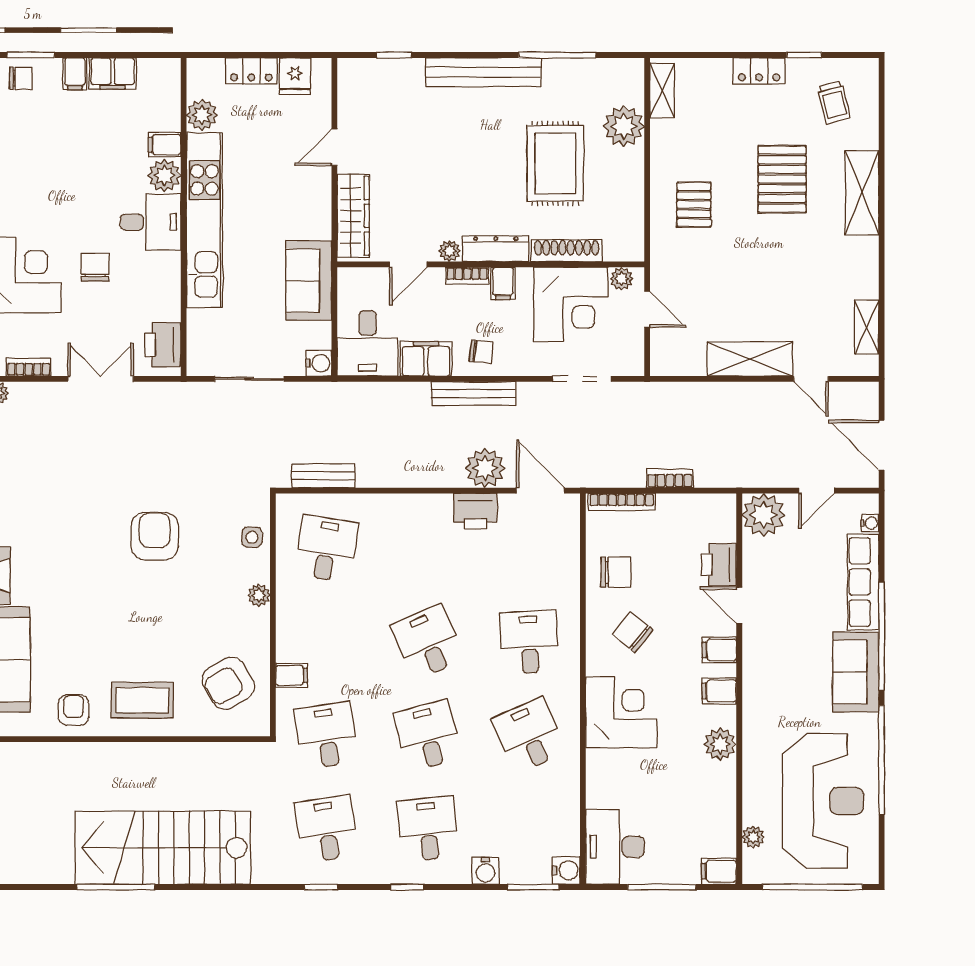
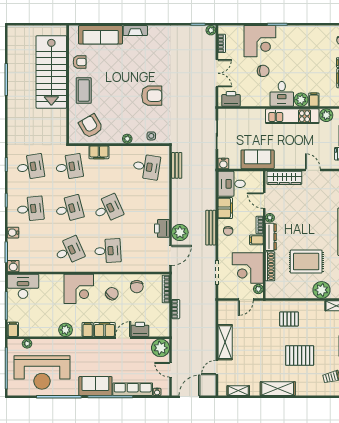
shelving: (862, 193) -> (278, 389), moved
kitchen unit: (204, 220) -> (292, 116), width x0.73
filing cabinet: (719, 650) -> (105, 330), width x2.00
filing cabinet: (292, 675) -> (99, 152), width x2.00
stairs: (163, 848) -> (51, 72), moved, turned 180

